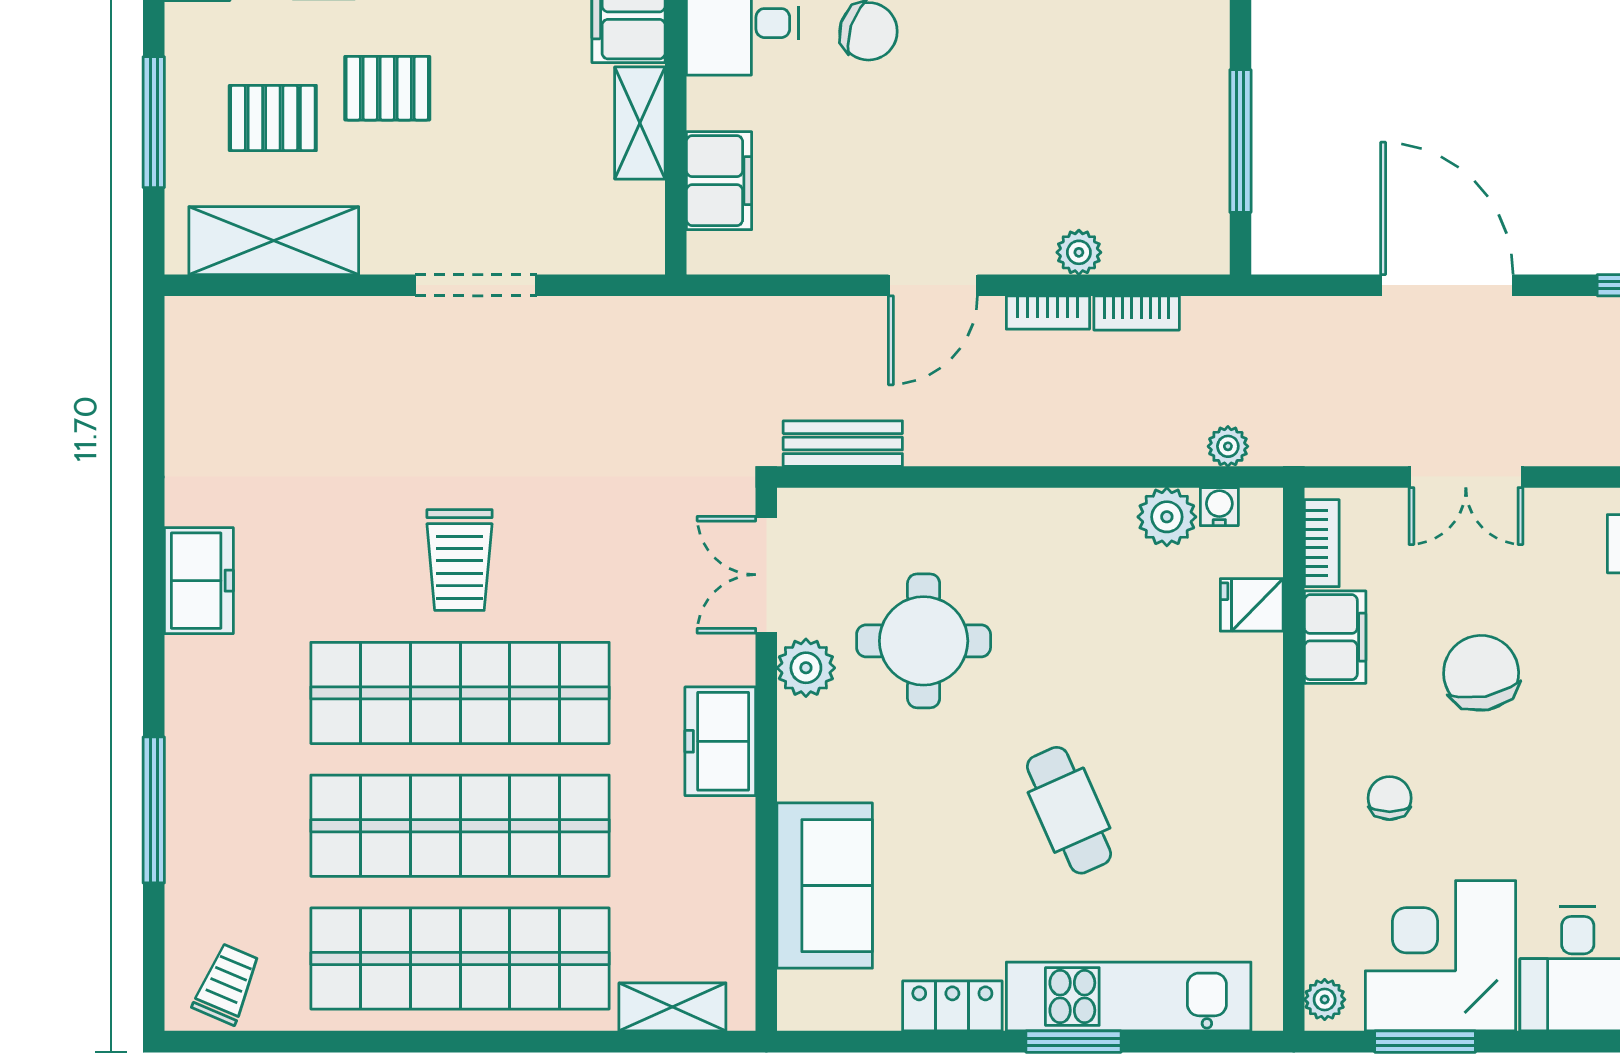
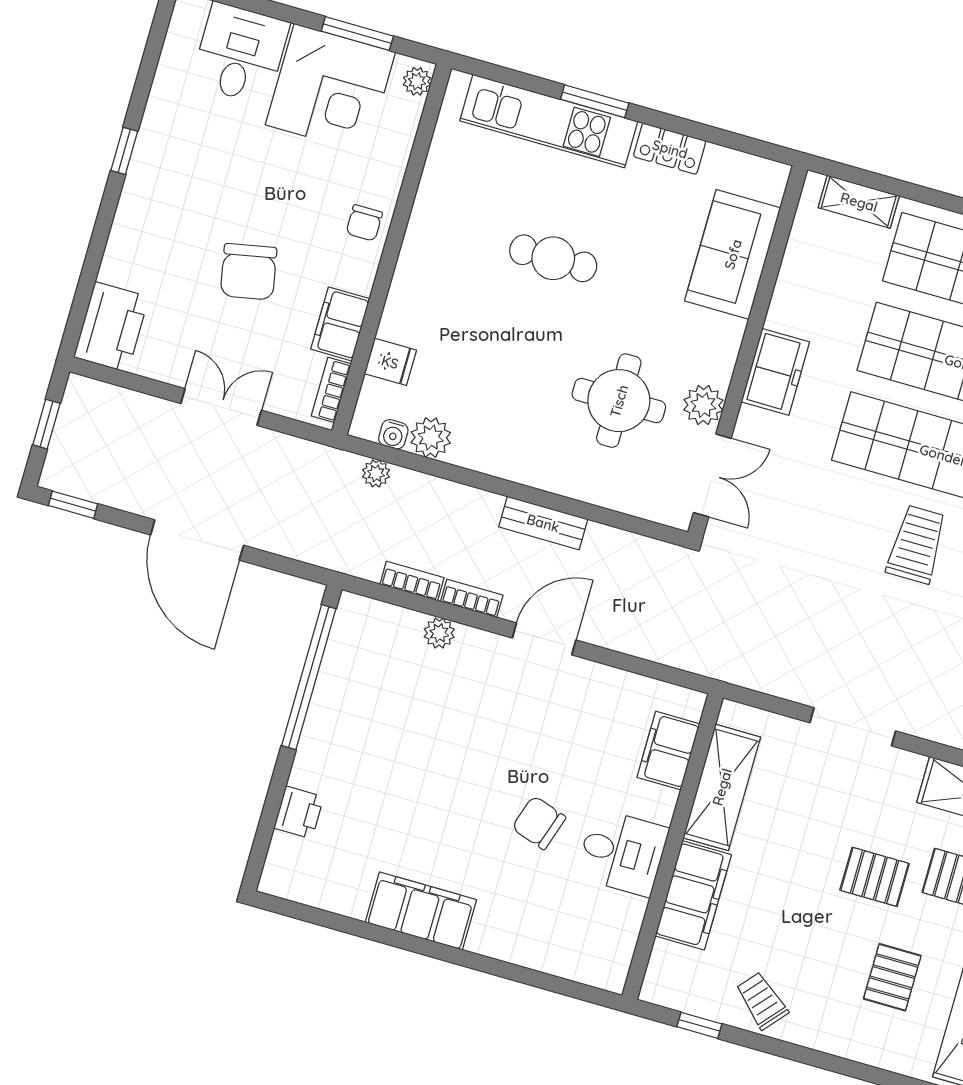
shelving: (640, 123) -> (722, 787), width x1.50, depth x1.33
window: (1240, 141) -> (309, 677), width x1.46
bench: (843, 444) -> (543, 523), moved
chair: (1390, 798) -> (364, 223), moved
cafe table: (1069, 810) -> (553, 258), turned -66

